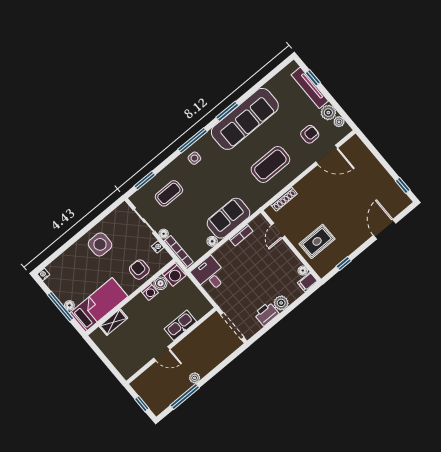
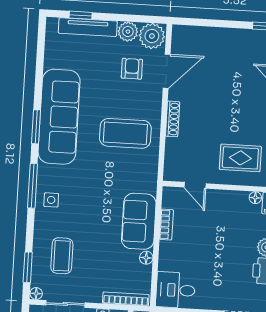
plant: (339, 122) -> (152, 36), width x1.87, depth x1.87
coffee table: (270, 164) -> (125, 133), turned 90
shoe rack: (284, 199) -> (173, 119), moved
floor lamp: (164, 234) -> (36, 293), moved
rug: (317, 241) -> (240, 158), turned 90

